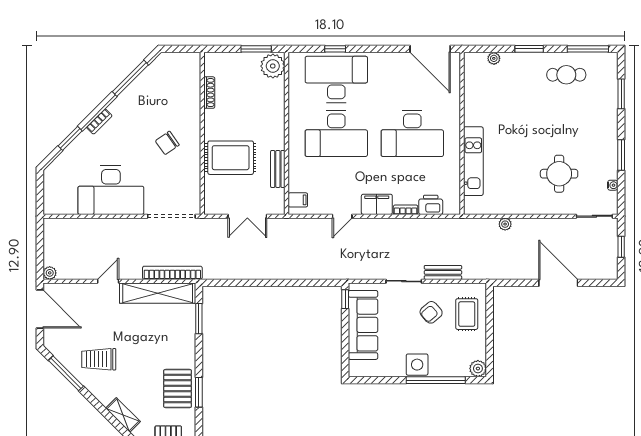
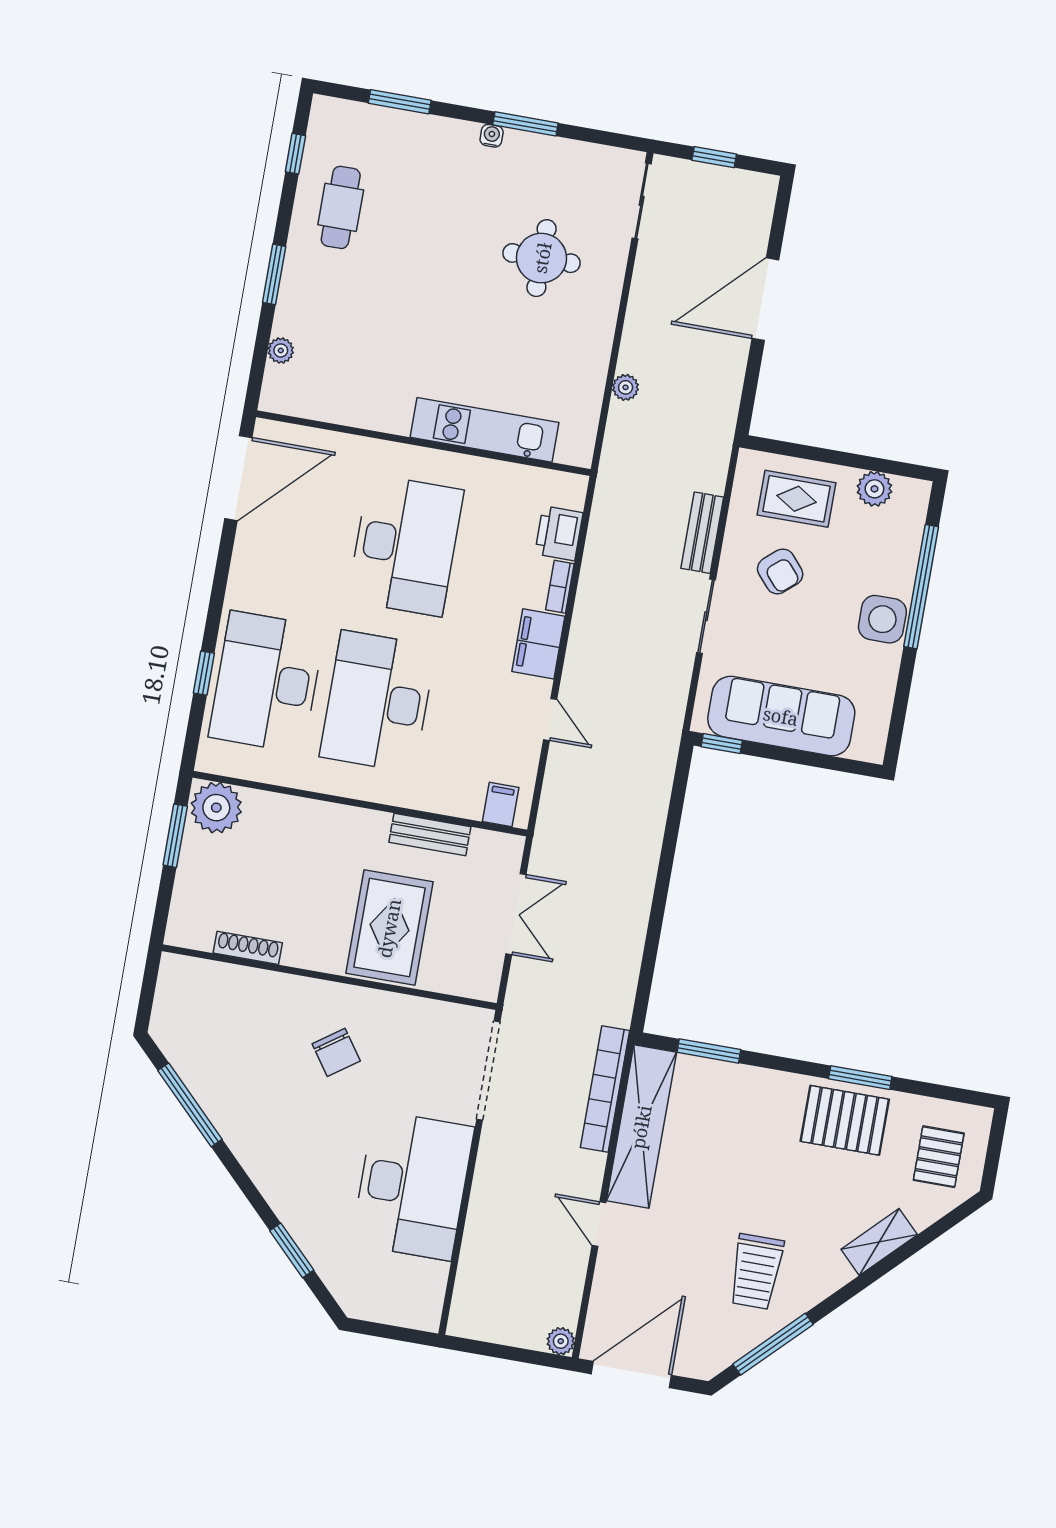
window: (588, 49) -> (295, 154), width x0.46
bookcase: (99, 122) -> (267, 1184), removed
desk: (336, 133) -> (378, 701), turned 180
water cooler: (613, 185) -> (492, 136), moved
plant: (478, 369) -> (874, 489), moved

